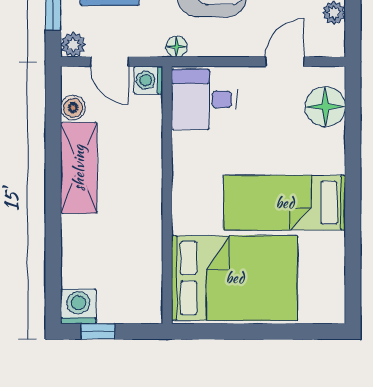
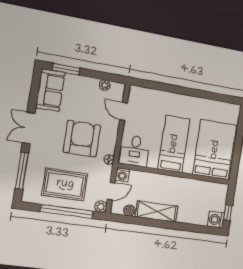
floor lamp: (325, 107) -> (147, 97), removed
bed: (285, 203) -> (174, 144), moved, turned 180

